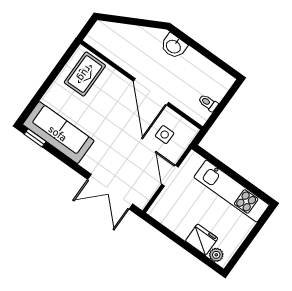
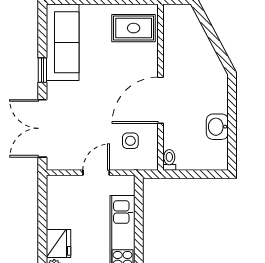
washbasin: (174, 46) -> (217, 127), moved
toilet: (208, 103) -> (169, 160), moved
window: (35, 138) -> (42, 70), moved

